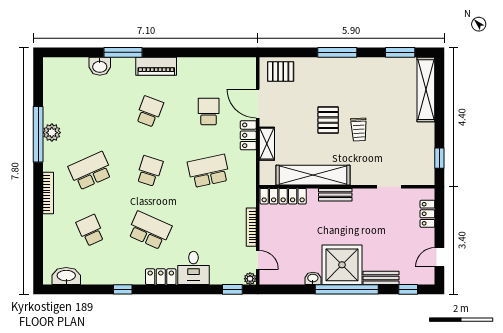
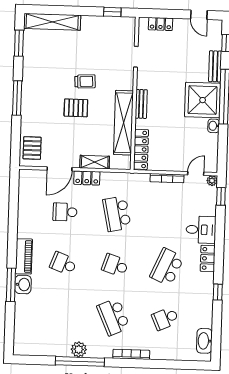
washbasin: (100, 66) -> (23, 284), moved

